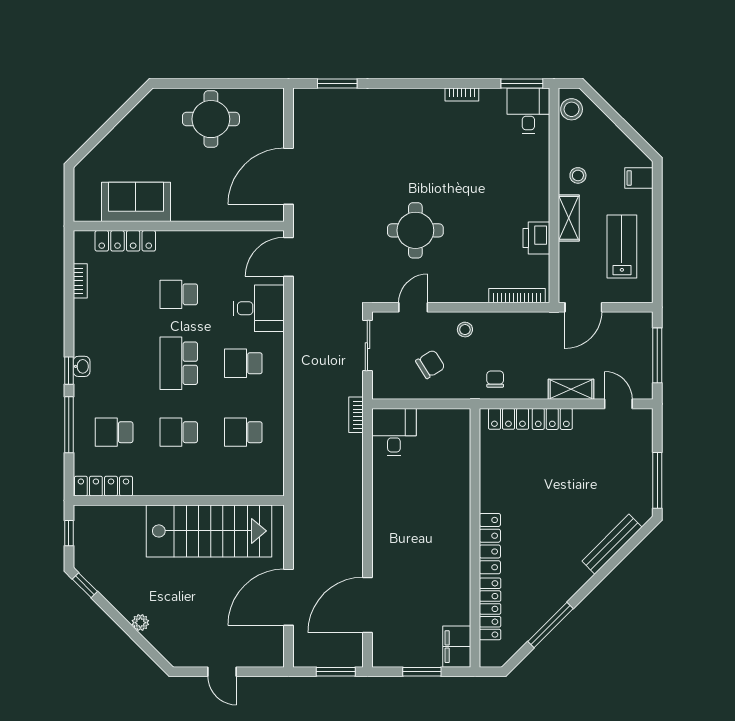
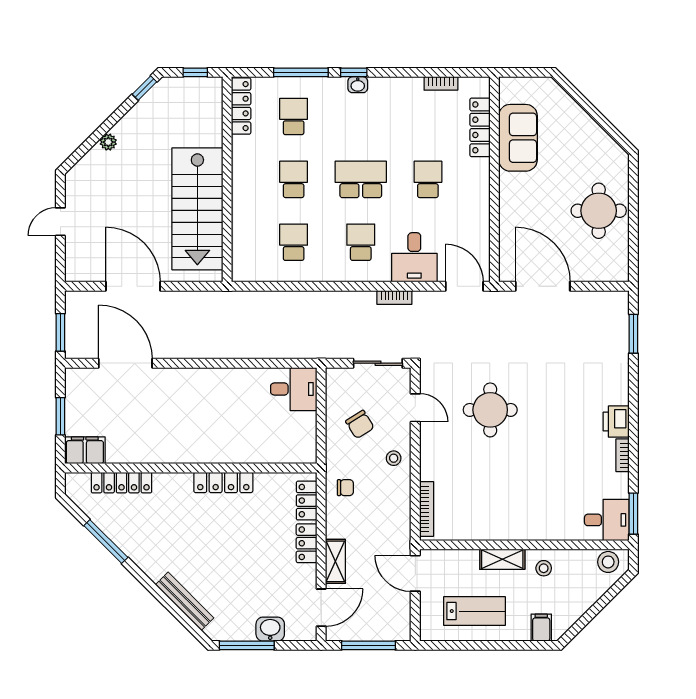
printer: (536, 238) -> (616, 422), moved, turned -90
door: (618, 404) -> (321, 608), width x1.38
bookcase: (356, 415) -> (394, 298), moved, turned 180
washbasin: (640, 456) -> (270, 629), added
locker: (490, 544) -> (223, 482), moved

